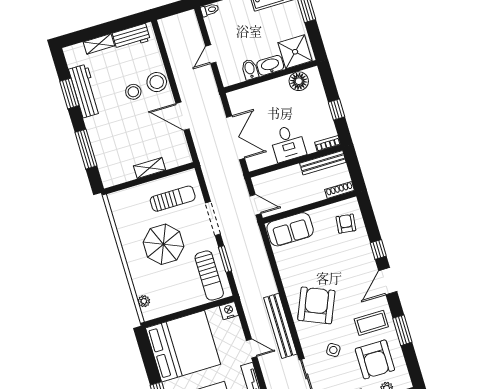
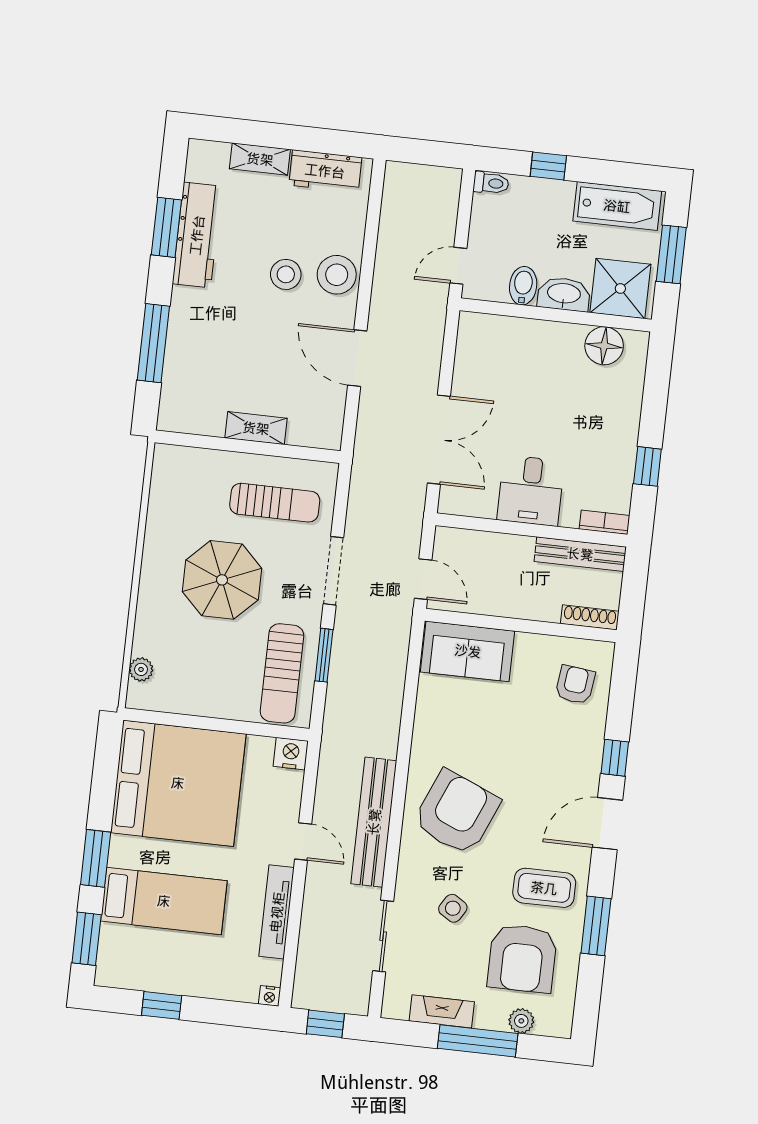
shower: (295, 52) -> (620, 288), moved
washbasin: (270, 65) -> (564, 294), moved
bidet: (250, 69) -> (523, 286), moved
wall: (271, 77) -> (556, 315), moved
floor lamp: (299, 81) -> (604, 346), moved

